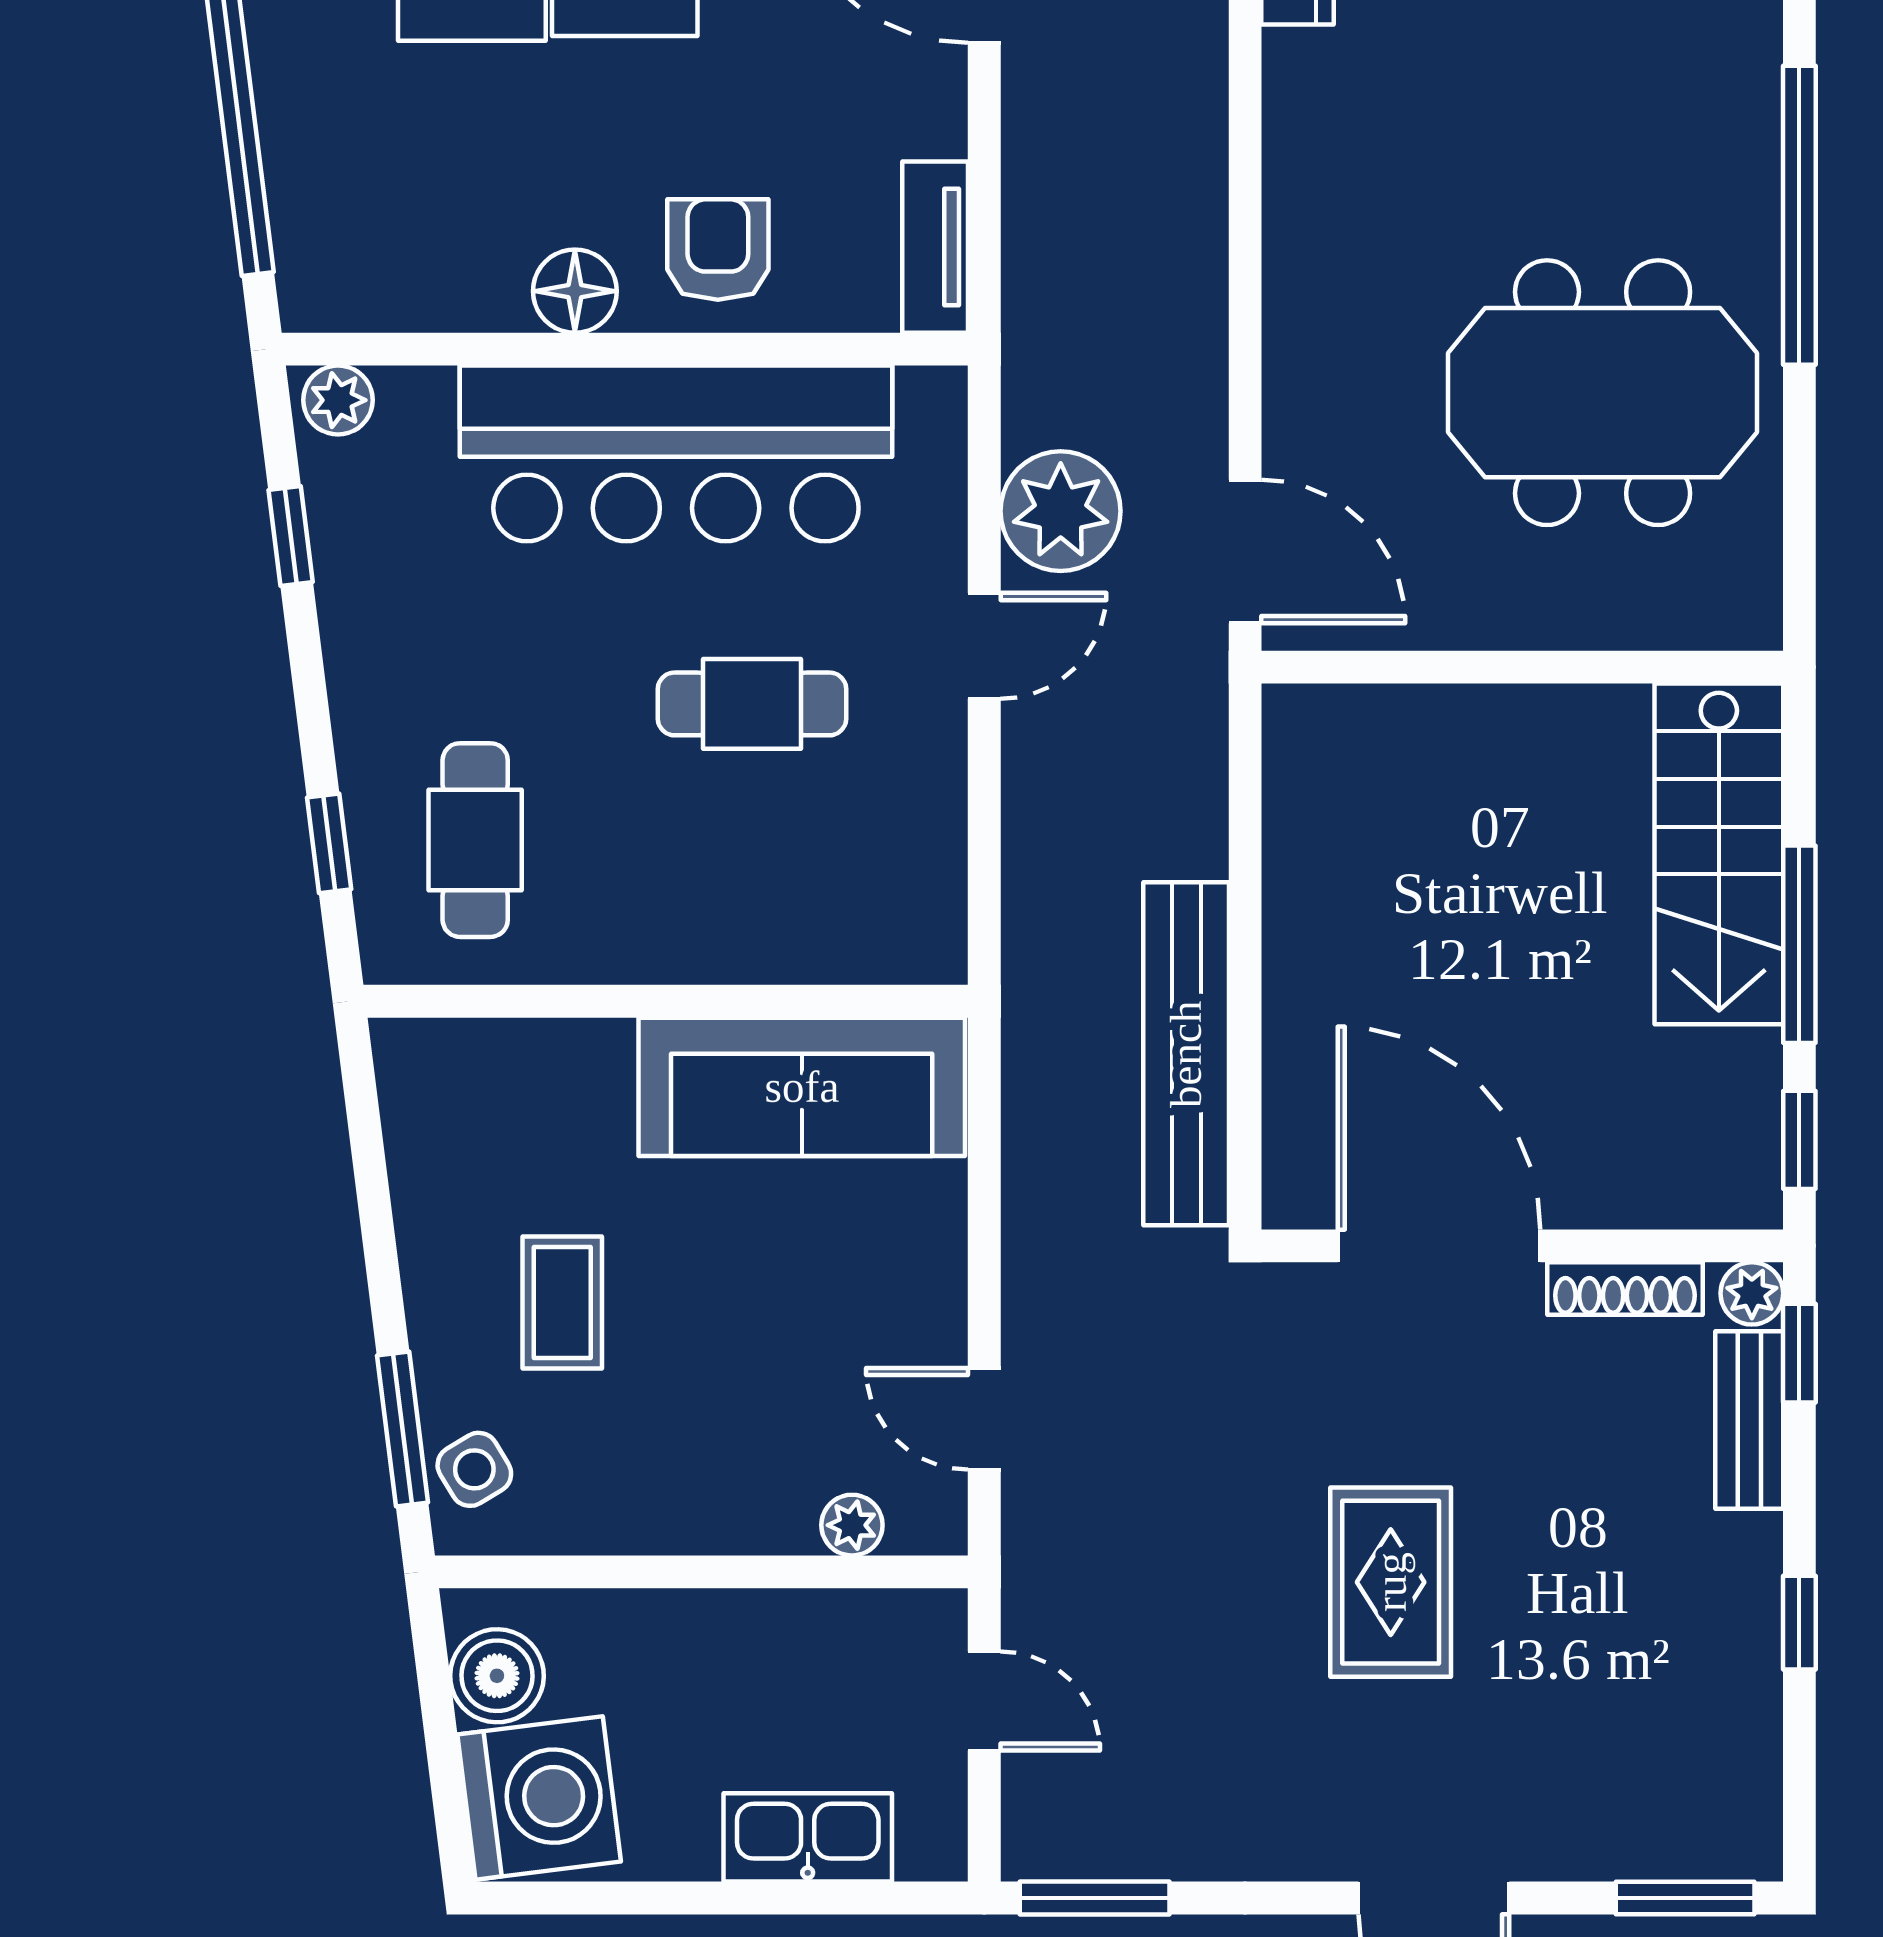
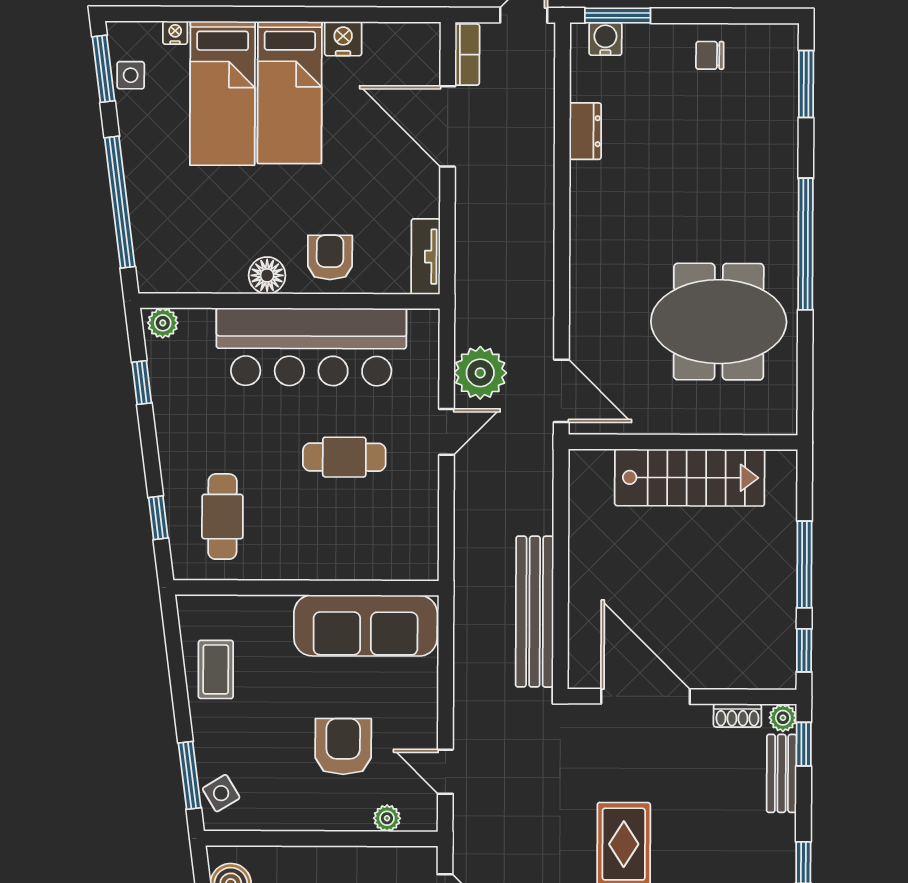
stairs: (1719, 854) -> (690, 478), moved, turned -90
shoe rack: (1625, 1289) -> (737, 715), width x0.70
coffee table: (562, 1303) -> (216, 669), moved
armchair: (752, 1362) -> (343, 747), added

